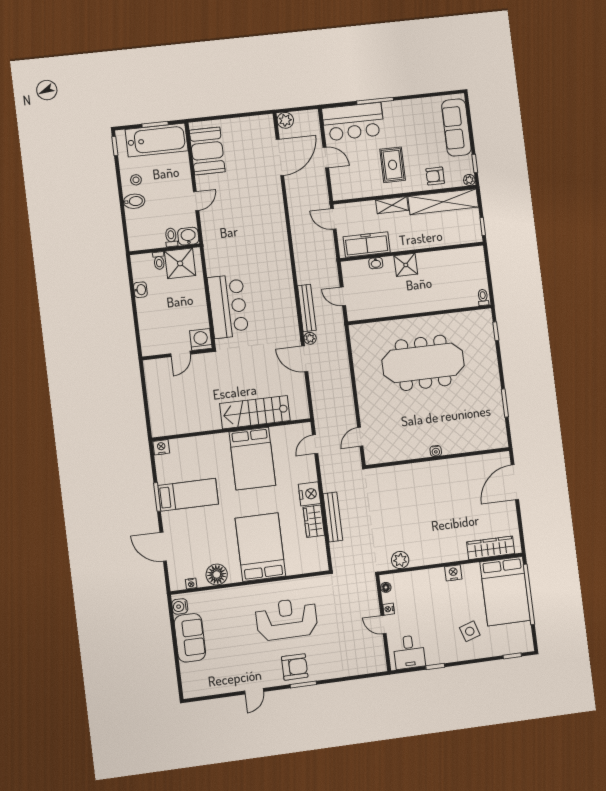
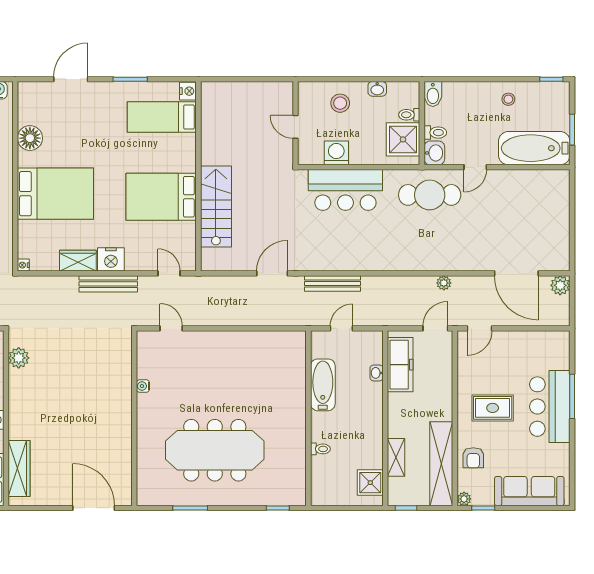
bar counter: (353, 122) -> (550, 407), moved
bathtub: (157, 140) -> (534, 148), moved, turned 90
booth: (207, 151) -> (534, 188), removed
door: (326, 157) -> (479, 328), moved
armchair: (435, 176) -> (473, 458), turned 180
bidet: (134, 201) -> (433, 94), moved
door: (196, 201) -> (475, 167), hinge flipped
shelving: (392, 205) -> (396, 457), moved
cafe table: (224, 236) -> (430, 195), added
shower: (406, 265) -> (370, 483), moved
toilet: (483, 297) -> (320, 449), moved
bathtub: (391, 306) -> (323, 385), added
stool: (156, 319) -> (340, 103), added
plant: (310, 338) -> (444, 283), moved
washing machine: (201, 340) -> (336, 153), moved, turned -90
meeting table: (423, 363) -> (215, 450), moved, turned 90
water cooler: (436, 451) -> (143, 386), moved
bed: (188, 495) -> (162, 117), moved, turned 90
bench: (333, 517) -> (108, 284), moved
nightstand: (191, 584) -> (23, 265), moved

